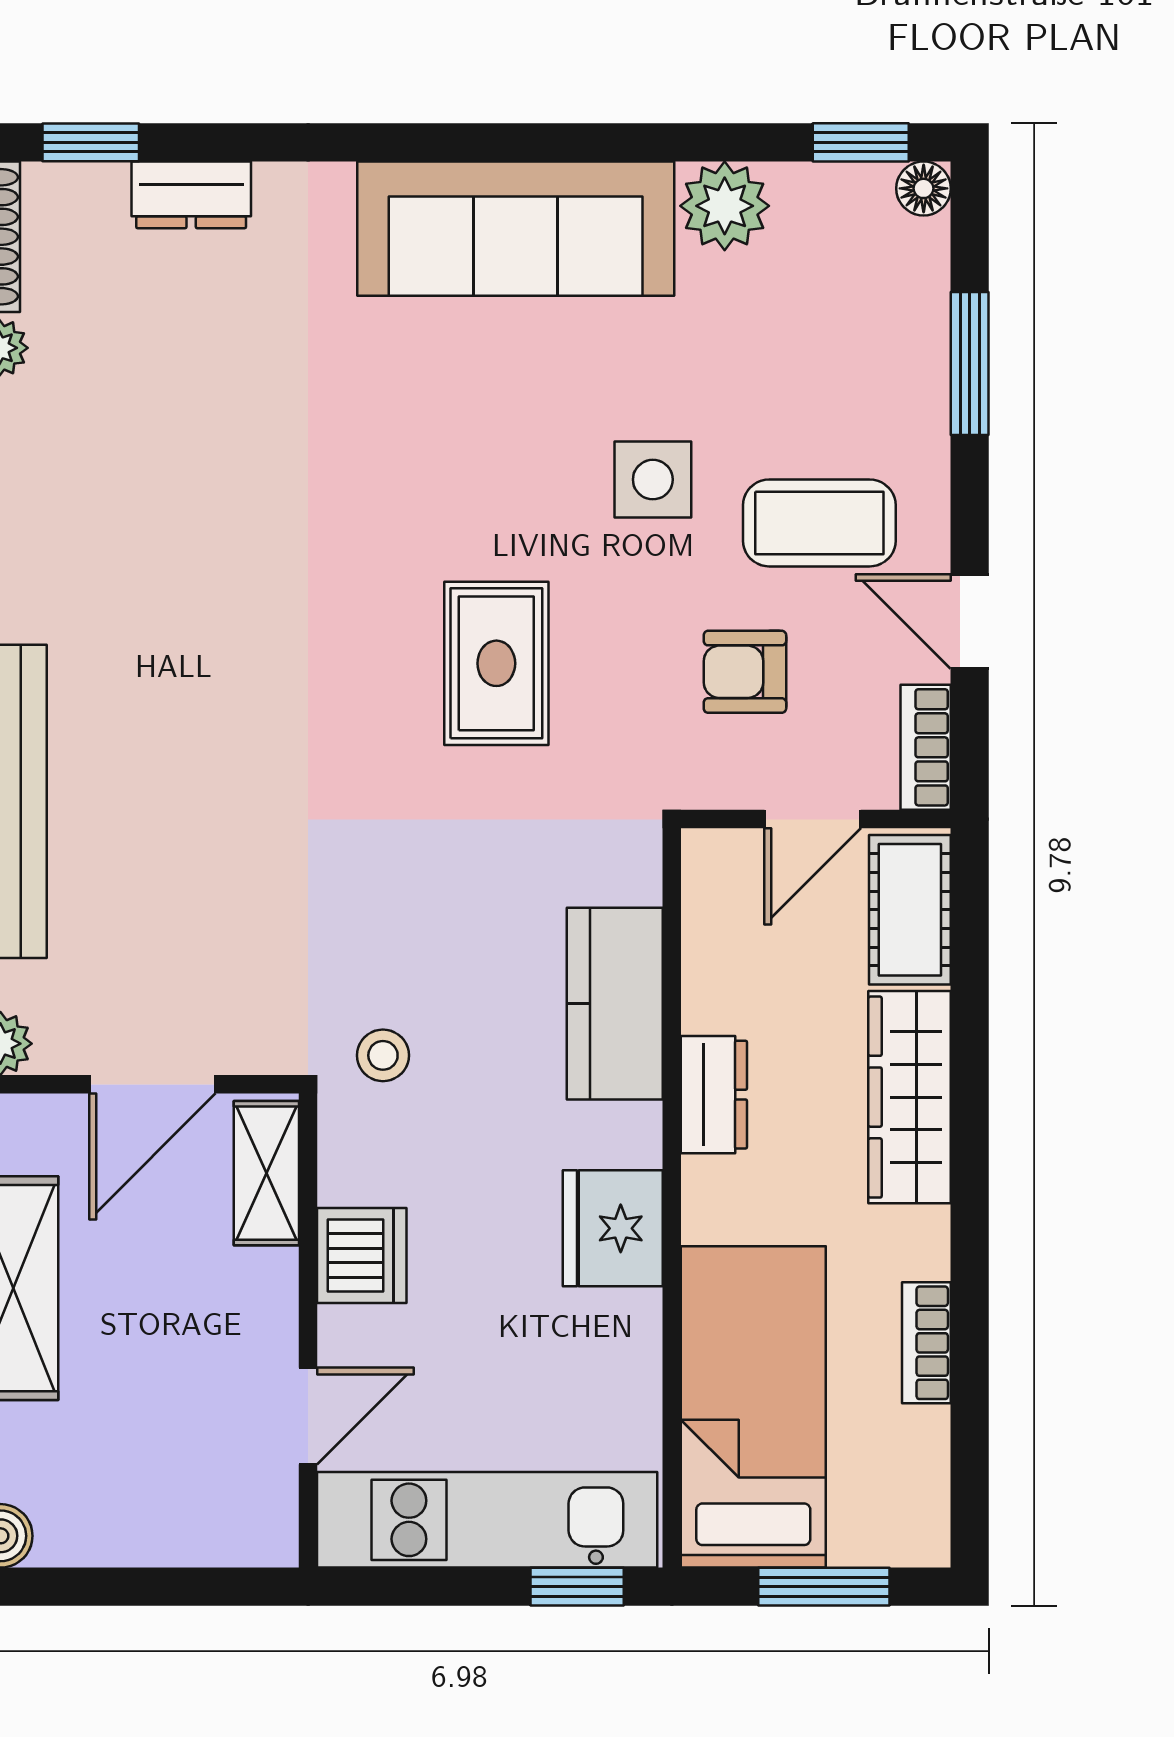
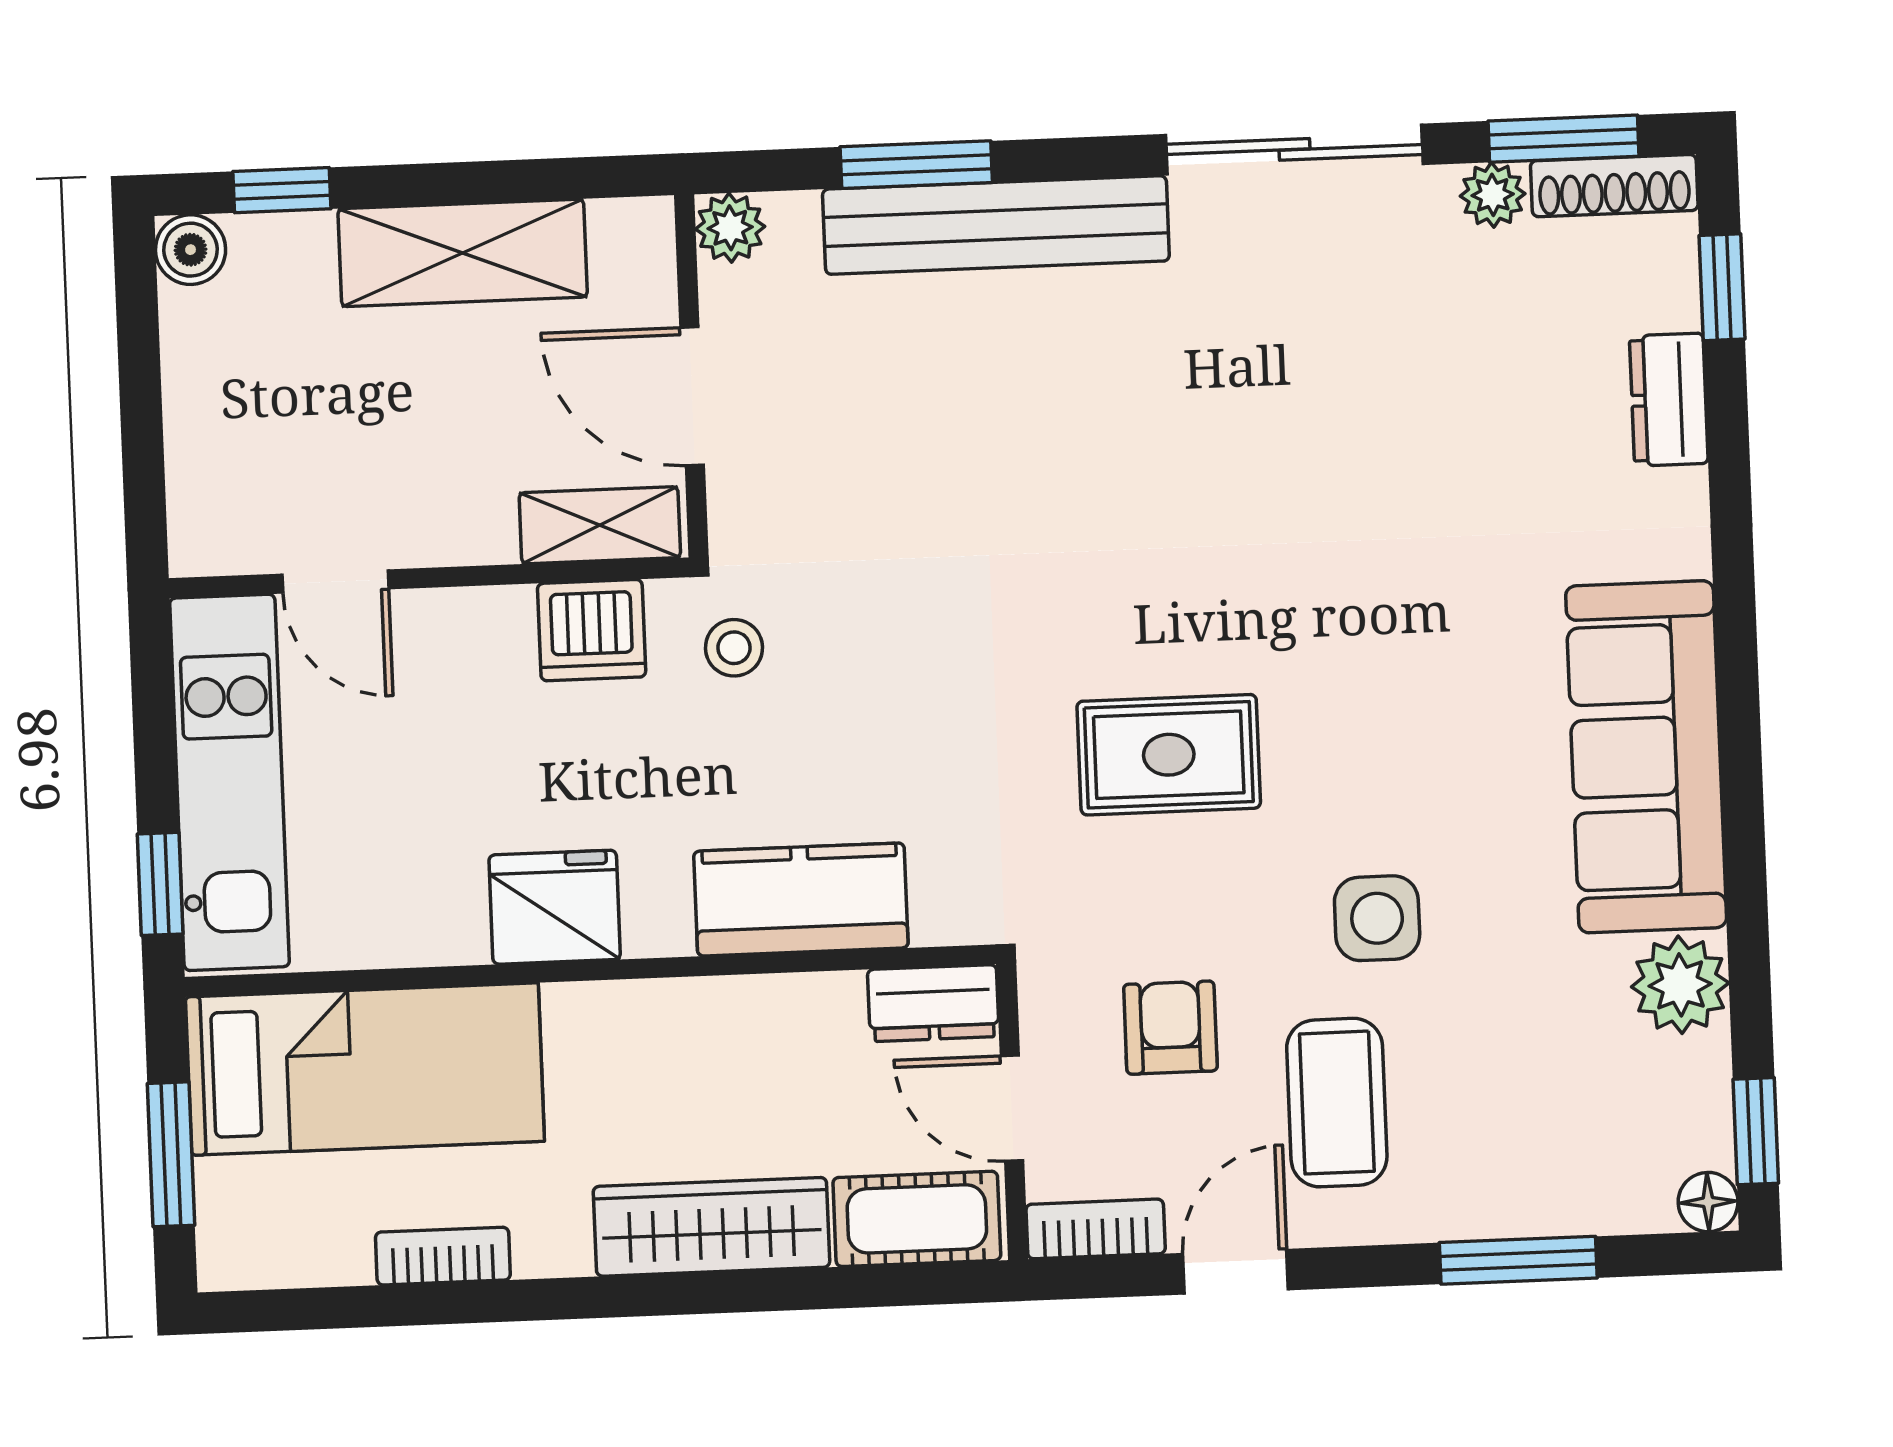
dresser: (714, 1095) -> (933, 1003), moved
dishwasher: (362, 1256) -> (592, 630), moved

